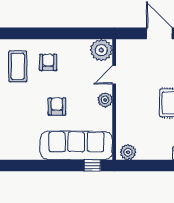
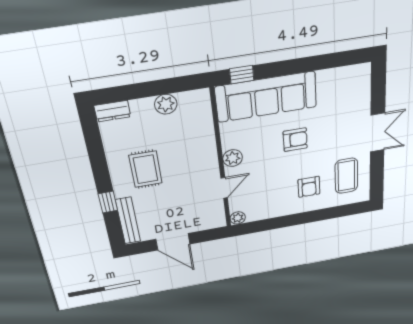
plant: (101, 50) -> (238, 218), width x0.53, depth x0.53
armchair: (57, 107) -> (295, 140), turned -90
plant: (128, 152) -> (166, 104), moved

